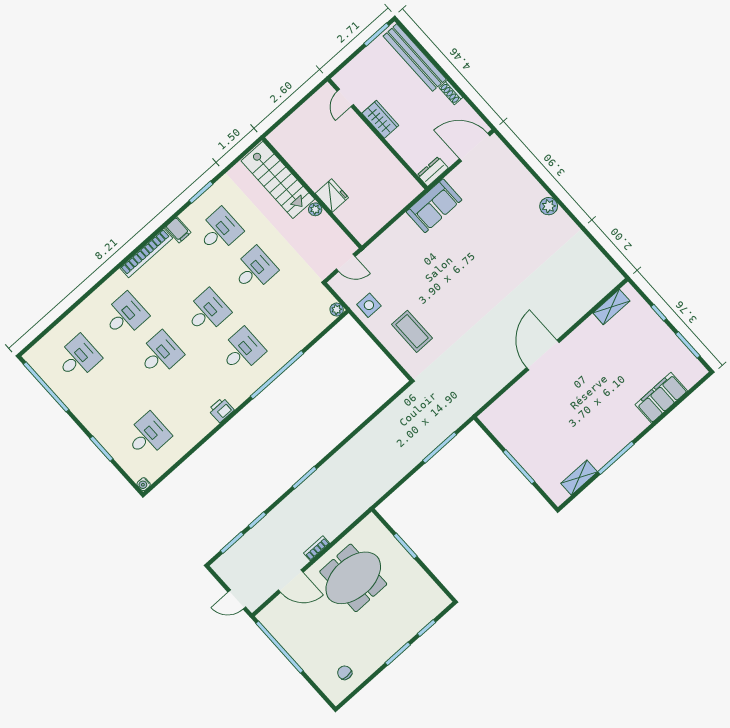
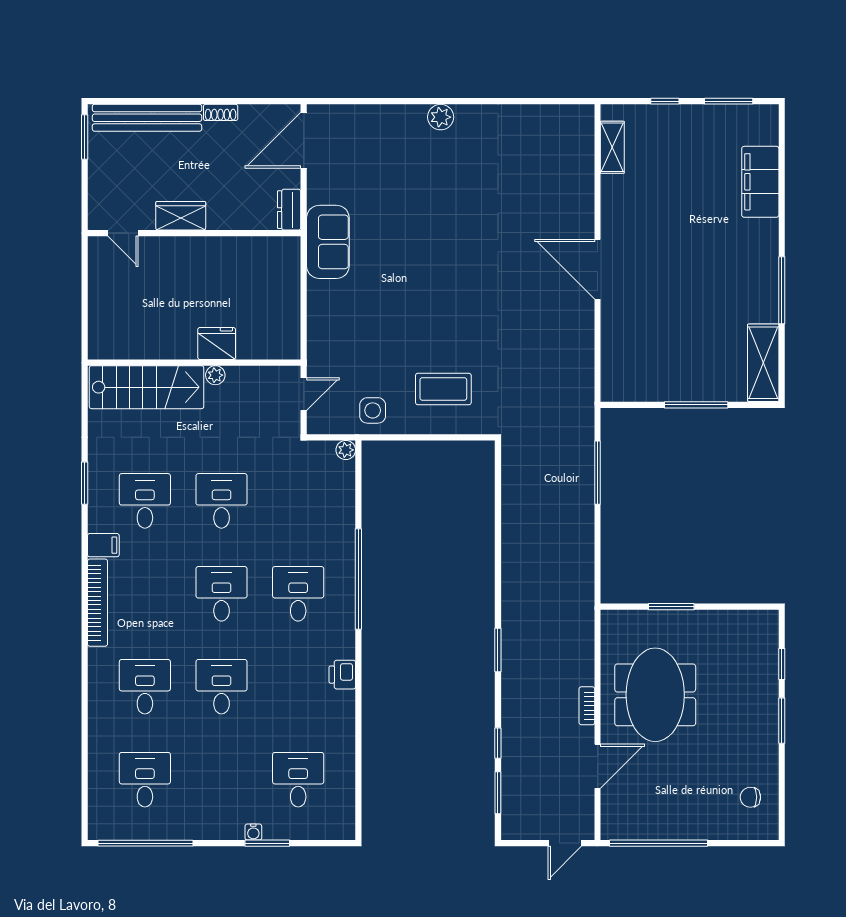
shelving: (579, 478) -> (763, 363), width x1.50, depth x1.33
water cooler: (144, 484) -> (253, 832), moved

